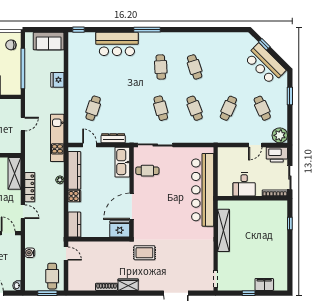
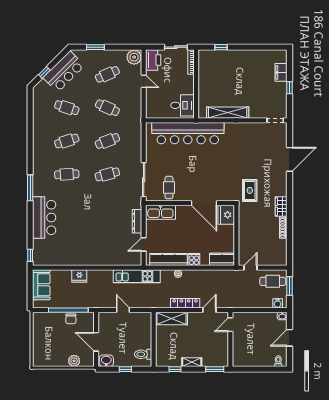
chair: (11, 45) -> (71, 319), moved
cafe table: (93, 108) -> (67, 108), moved
desk: (244, 184) -> (182, 105), moved
water cooler: (30, 253) -> (278, 303), moved

